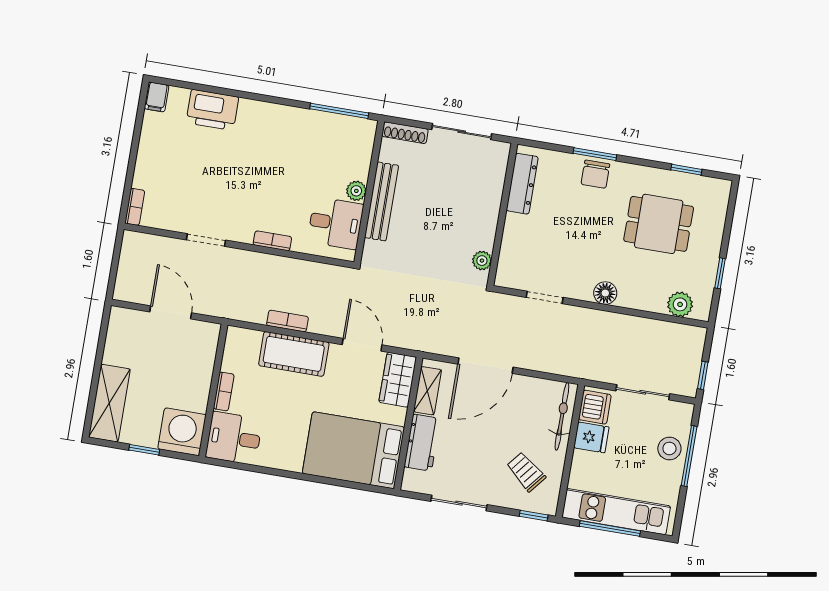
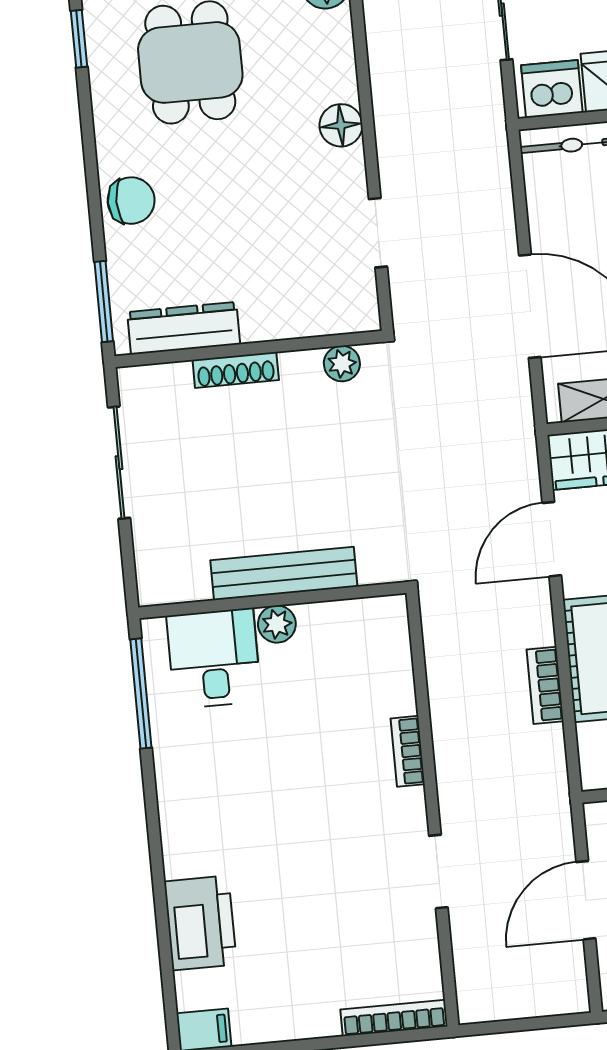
shoe rack: (405, 133) -> (236, 370), moved, turned 90
window: (595, 154) -> (104, 302), moved
bookcase: (135, 207) -> (394, 1018), width x1.56
desk: (335, 223) -> (214, 658), moved

